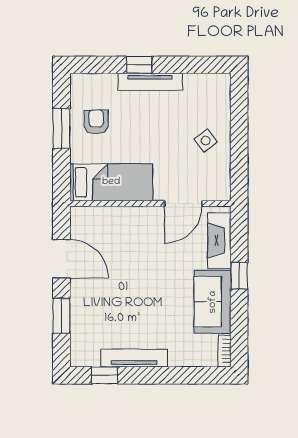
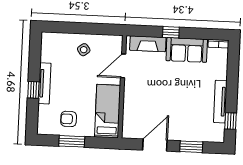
door: (183, 203) -> (123, 66), swing flipped

